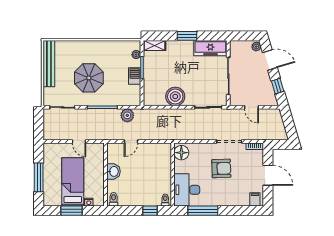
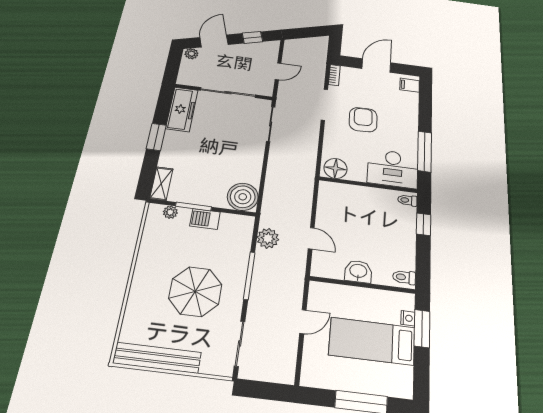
boiler: (175, 97) -> (243, 197), moved
window: (72, 211) -> (422, 329), moved

